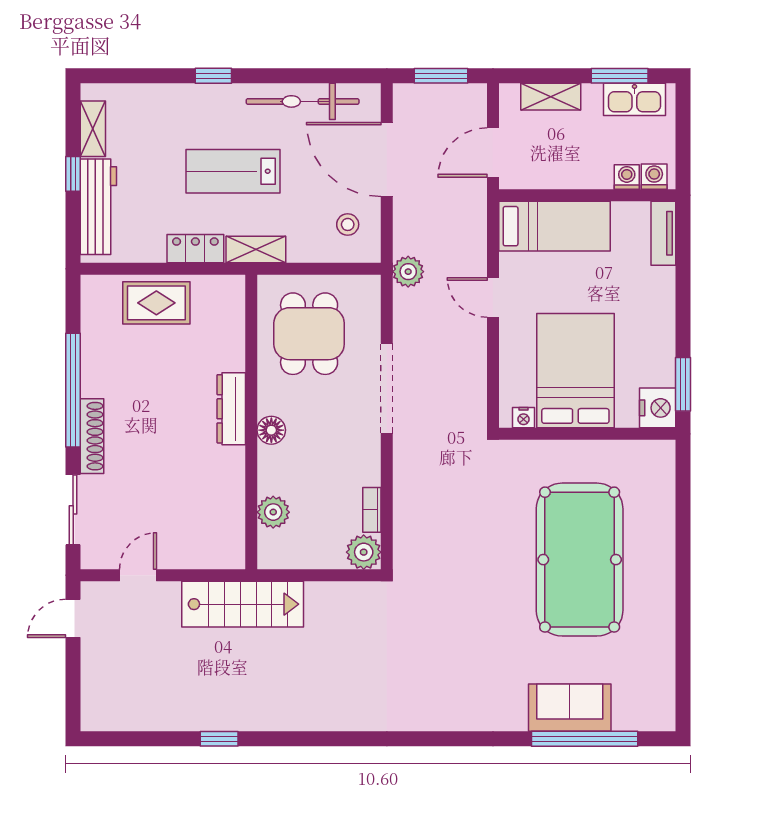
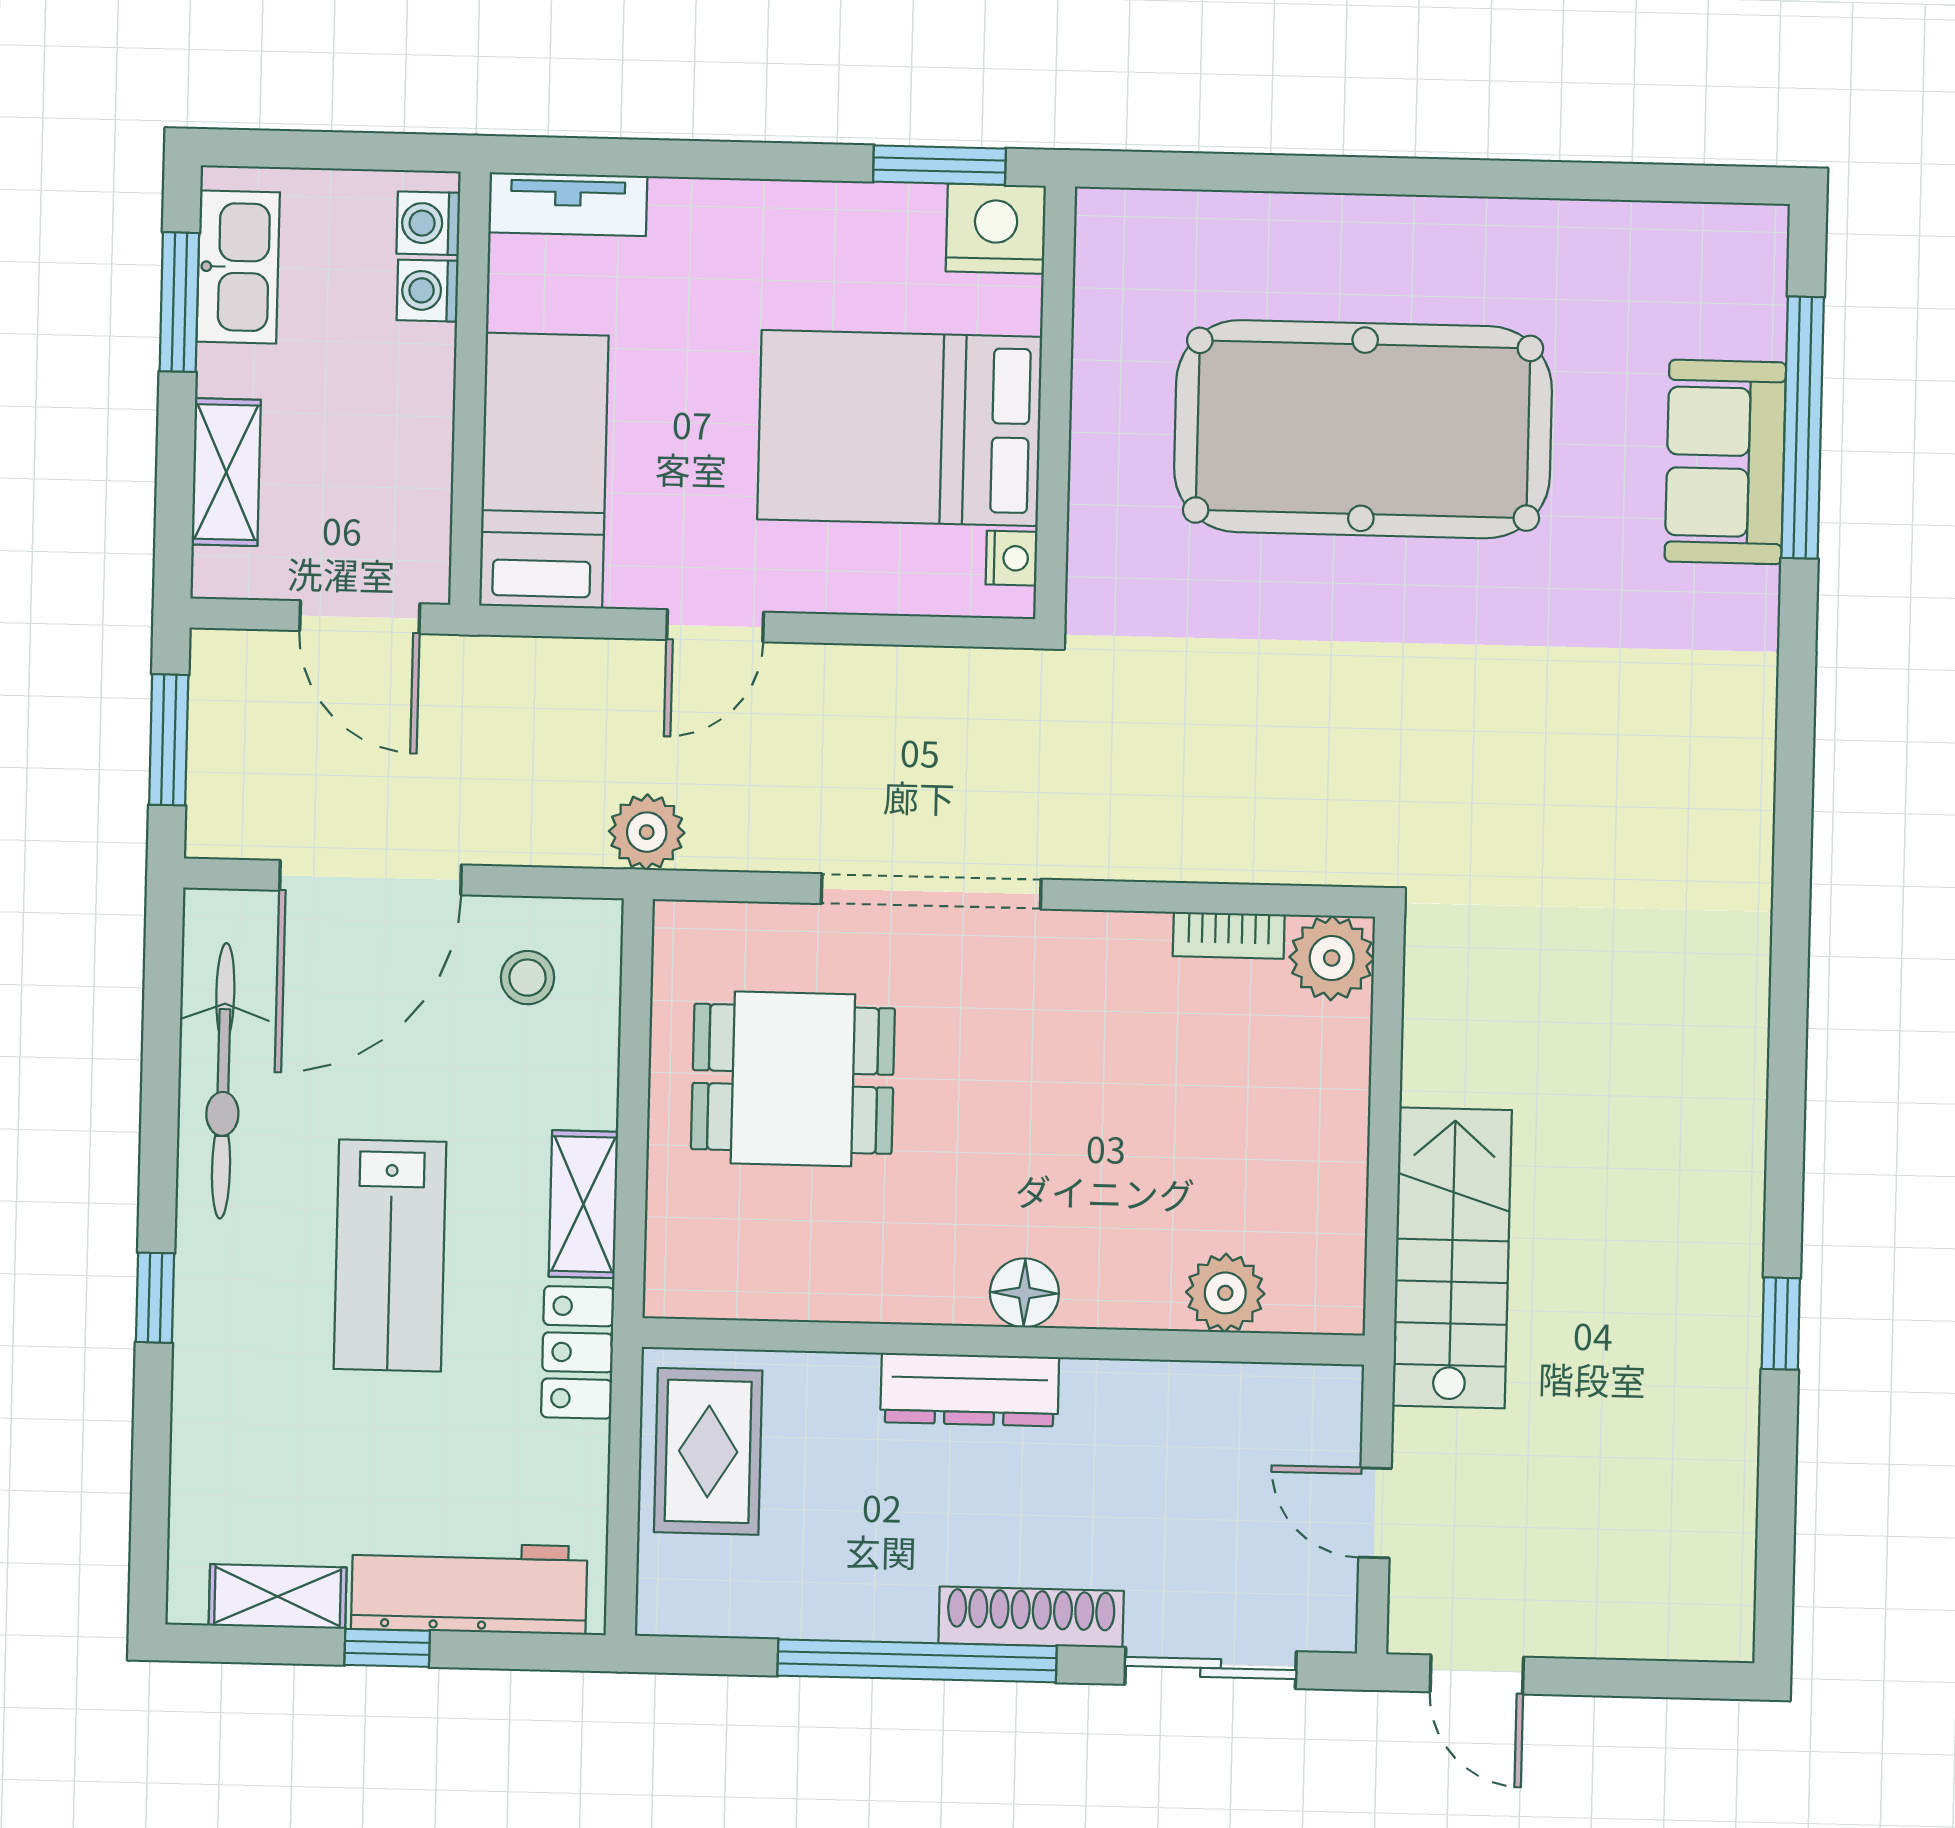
dresser: (231, 409) -> (970, 1390), moved
wall: (251, 422) -> (1003, 1341), moved
floor lamp: (271, 430) -> (1024, 1293), moved
plant: (273, 512) -> (1225, 1293), moved

